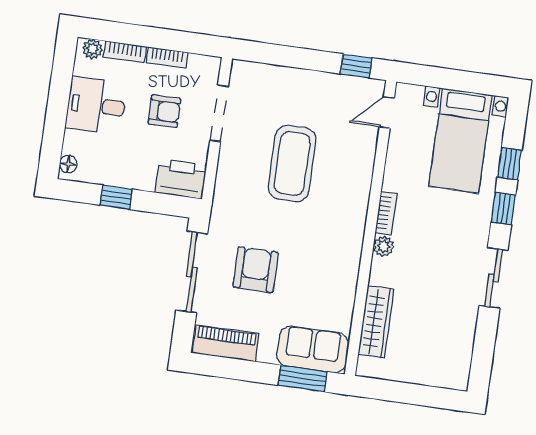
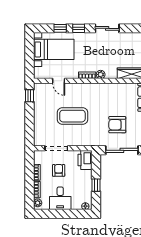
door: (387, 112) -> (59, 81), moved

